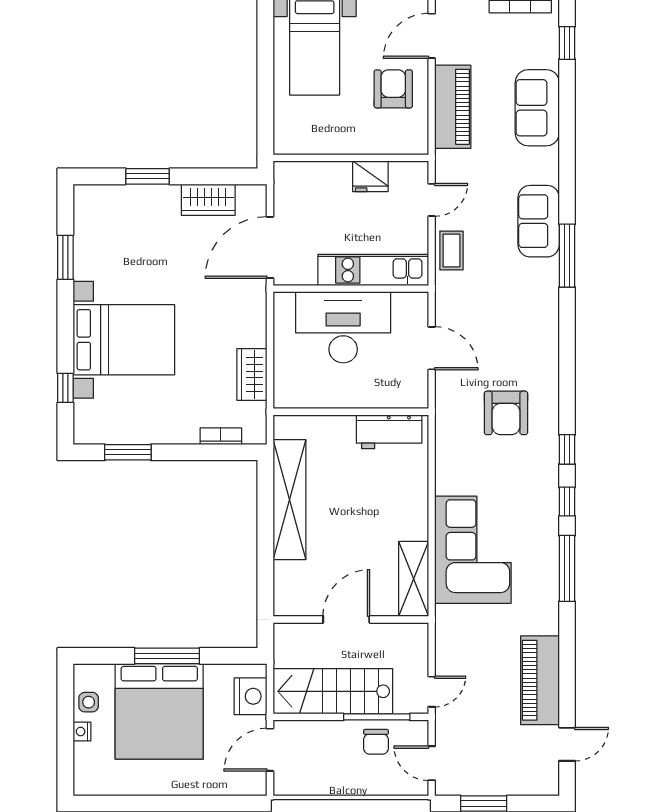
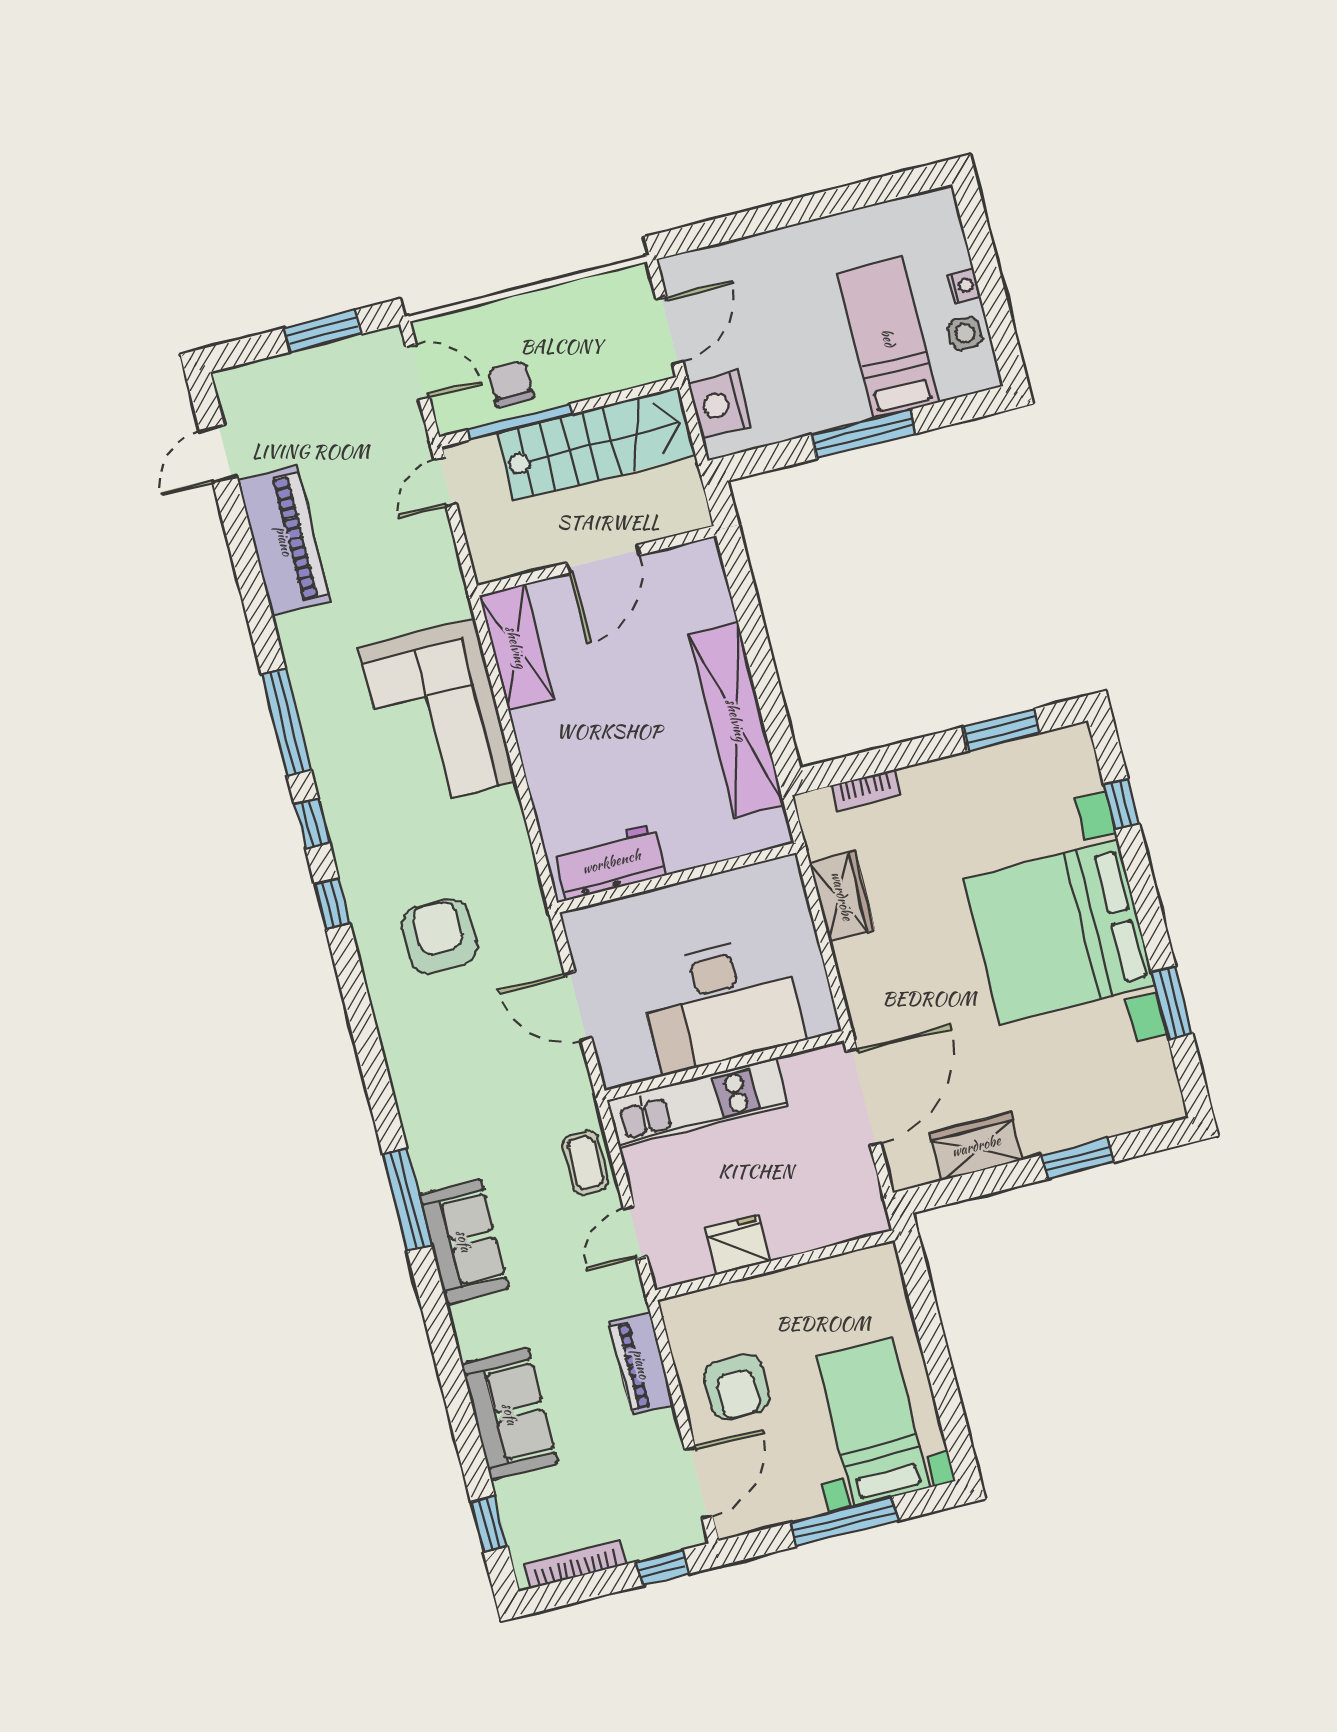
piano: (453, 107) -> (641, 1364), width x0.73, depth x0.75
bed with nightstands: (124, 340) -> (1059, 932), width x1.36
bed: (159, 711) -> (888, 338), width x0.49

